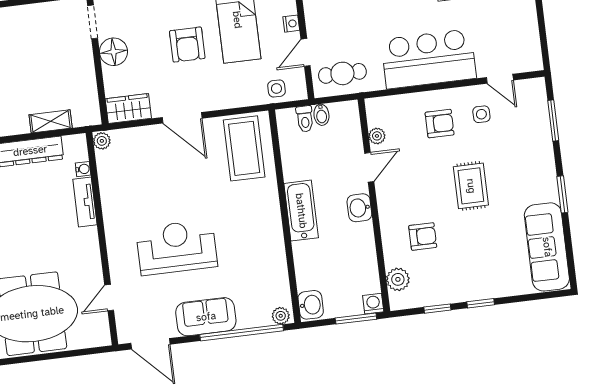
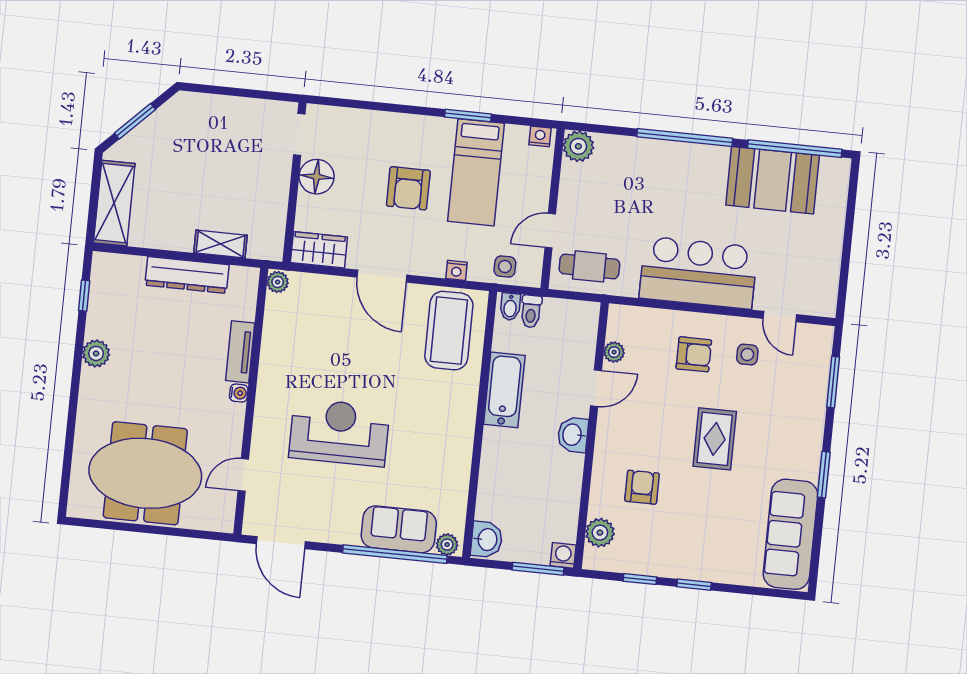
nightstand: (291, 24) -> (456, 270), moved, turned 90
bidet: (321, 115) -> (510, 307), moved
water cooler: (83, 169) -> (239, 393), moved
bathtub: (301, 211) -> (504, 390), moved
armchair: (423, 236) -> (642, 487), turned -90
sofa: (206, 317) -> (399, 529), moved

